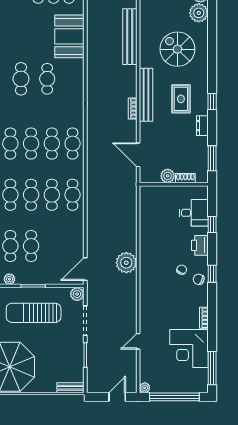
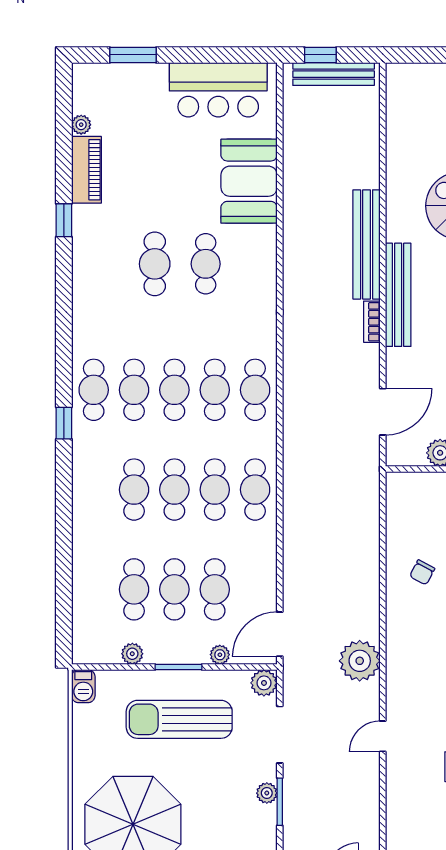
bench: (130, 37) -> (367, 244), moved
door: (138, 155) -> (383, 412), swing flipped
chair: (158, 237) -> (422, 572), added
cafe table: (52, 246) -> (215, 589), added
plant: (126, 263) -> (360, 661), moved
plant: (54, 280) -> (220, 655), added
door: (138, 341) -> (383, 736), moved
plant: (79, 351) -> (267, 793), added

